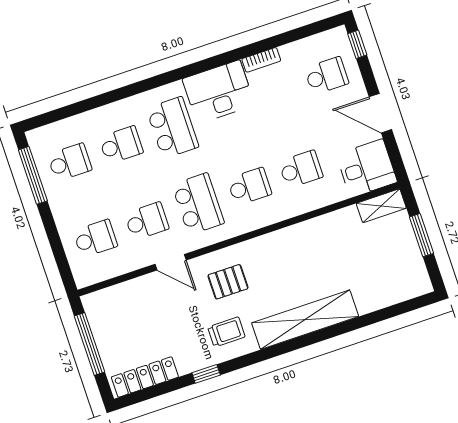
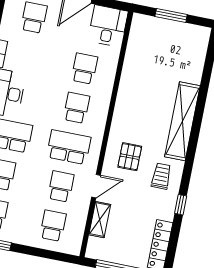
shelving: (381, 206) -> (100, 220), moved

